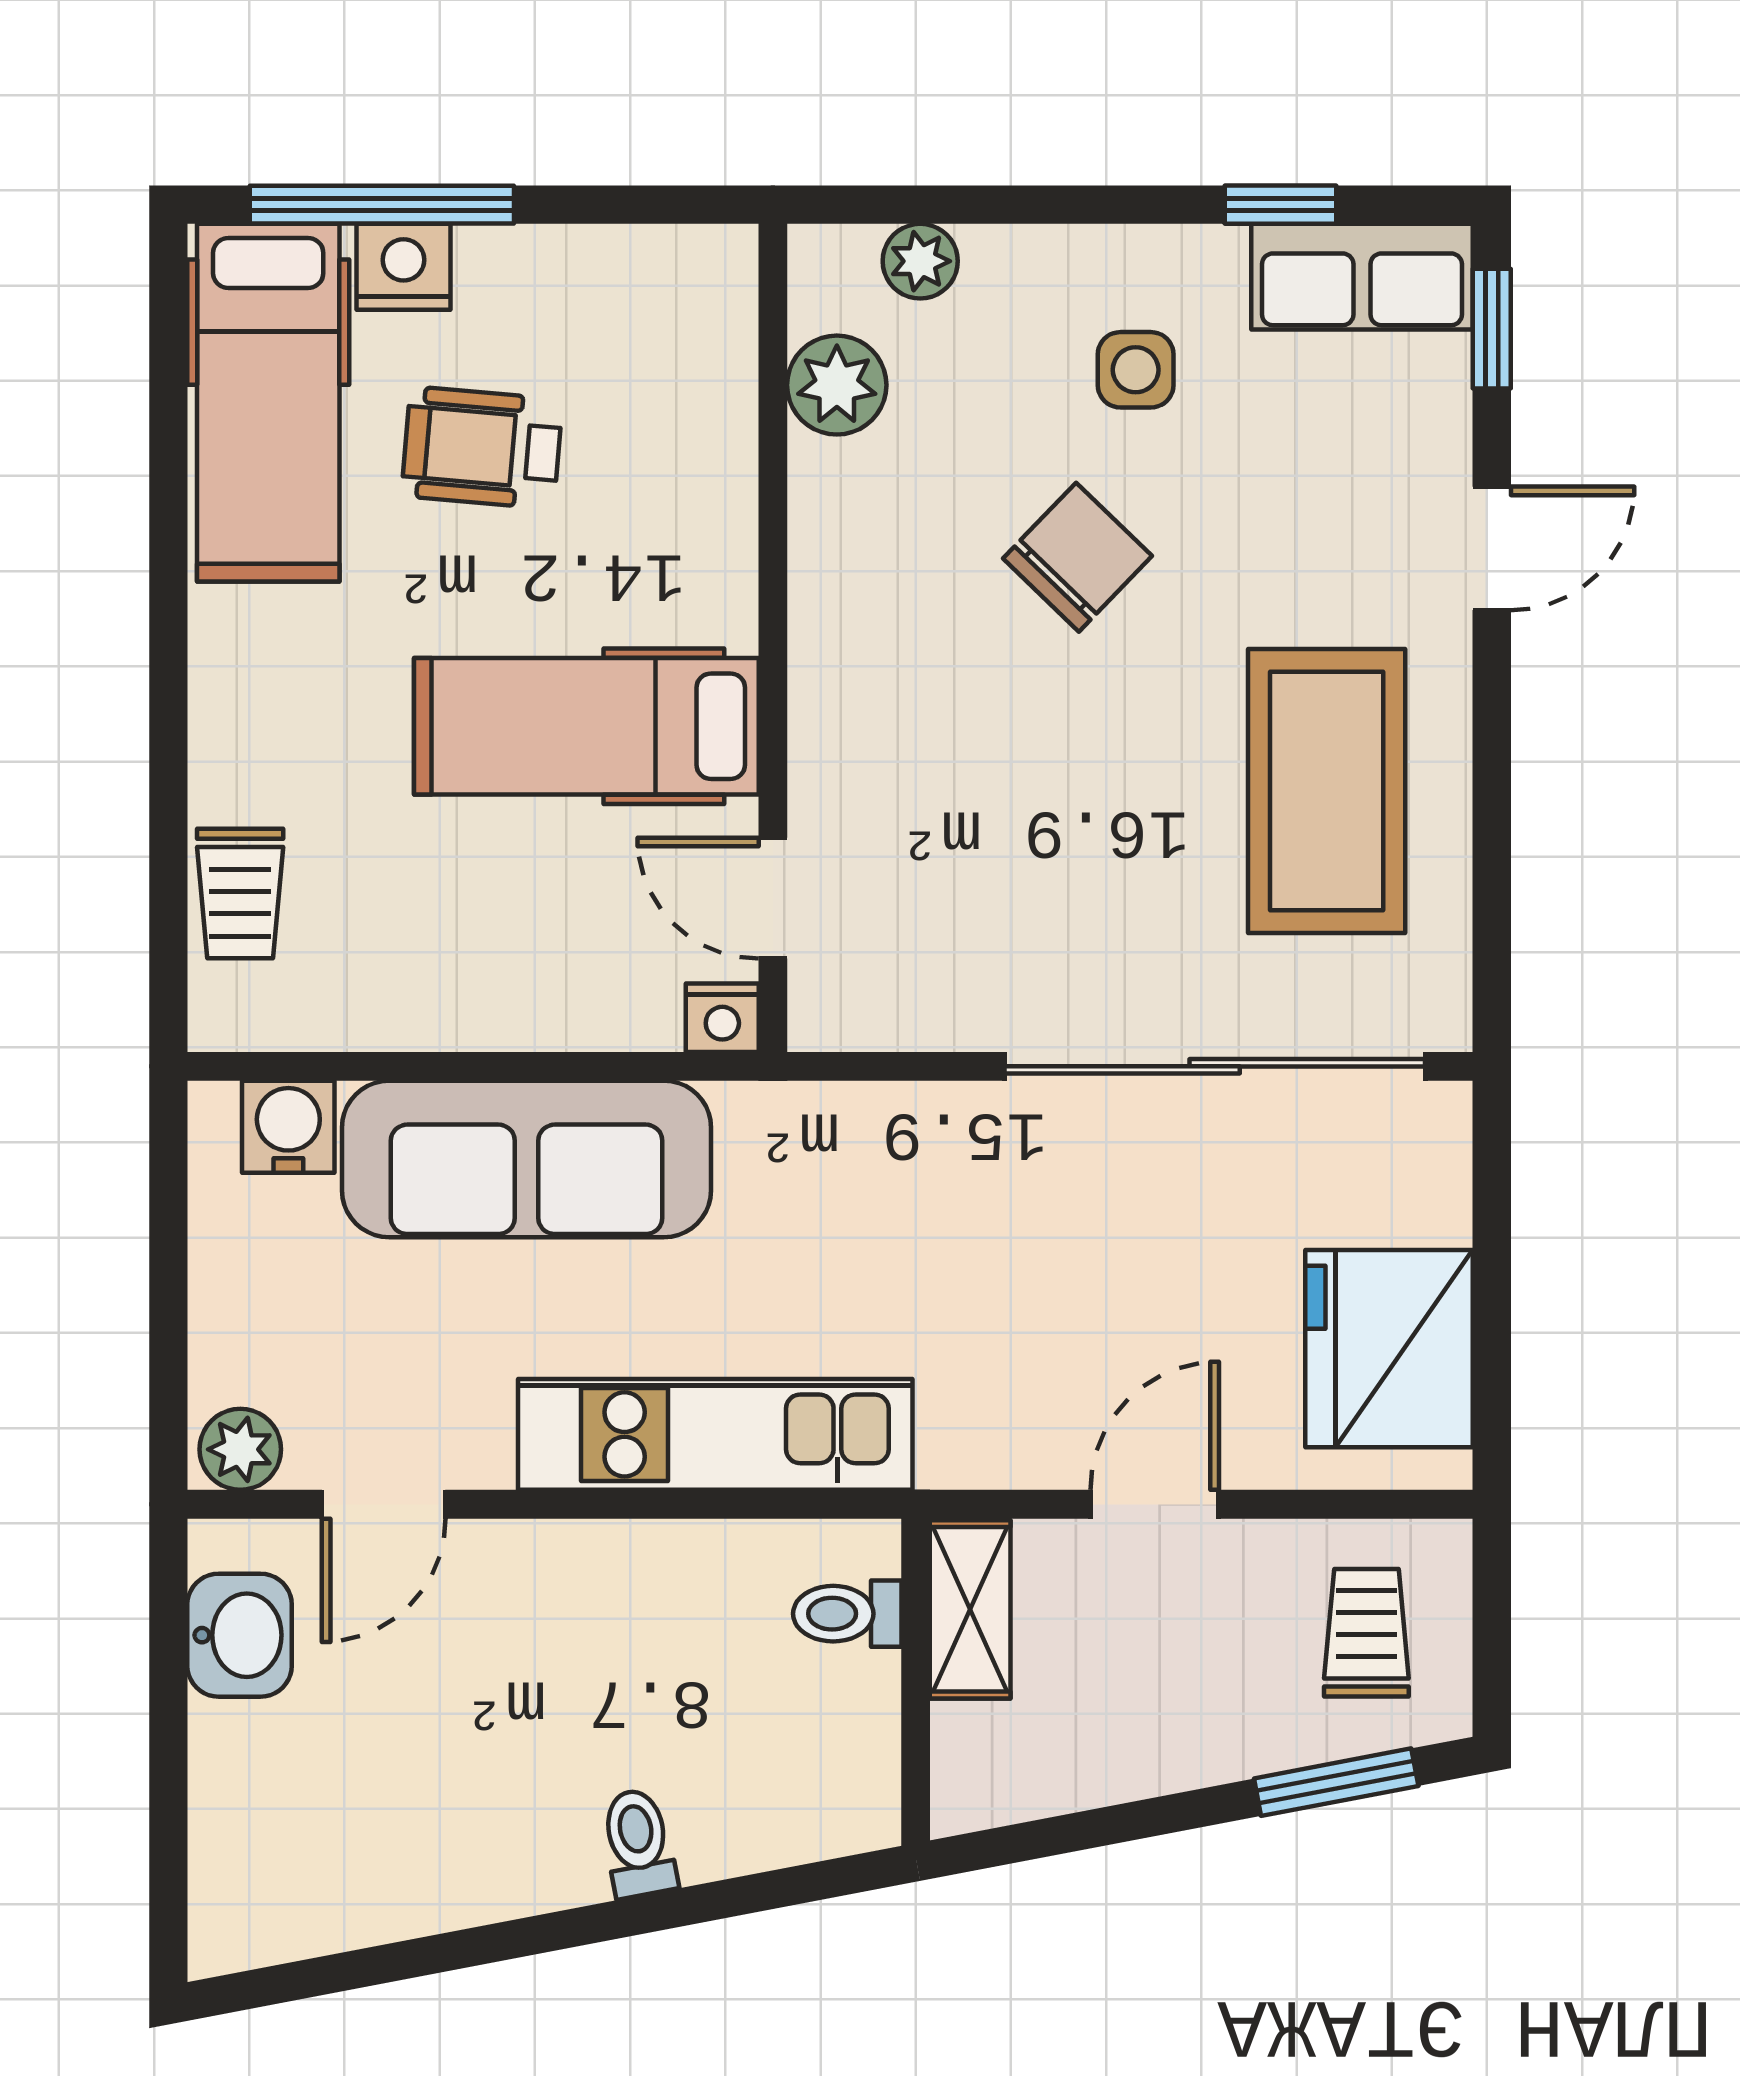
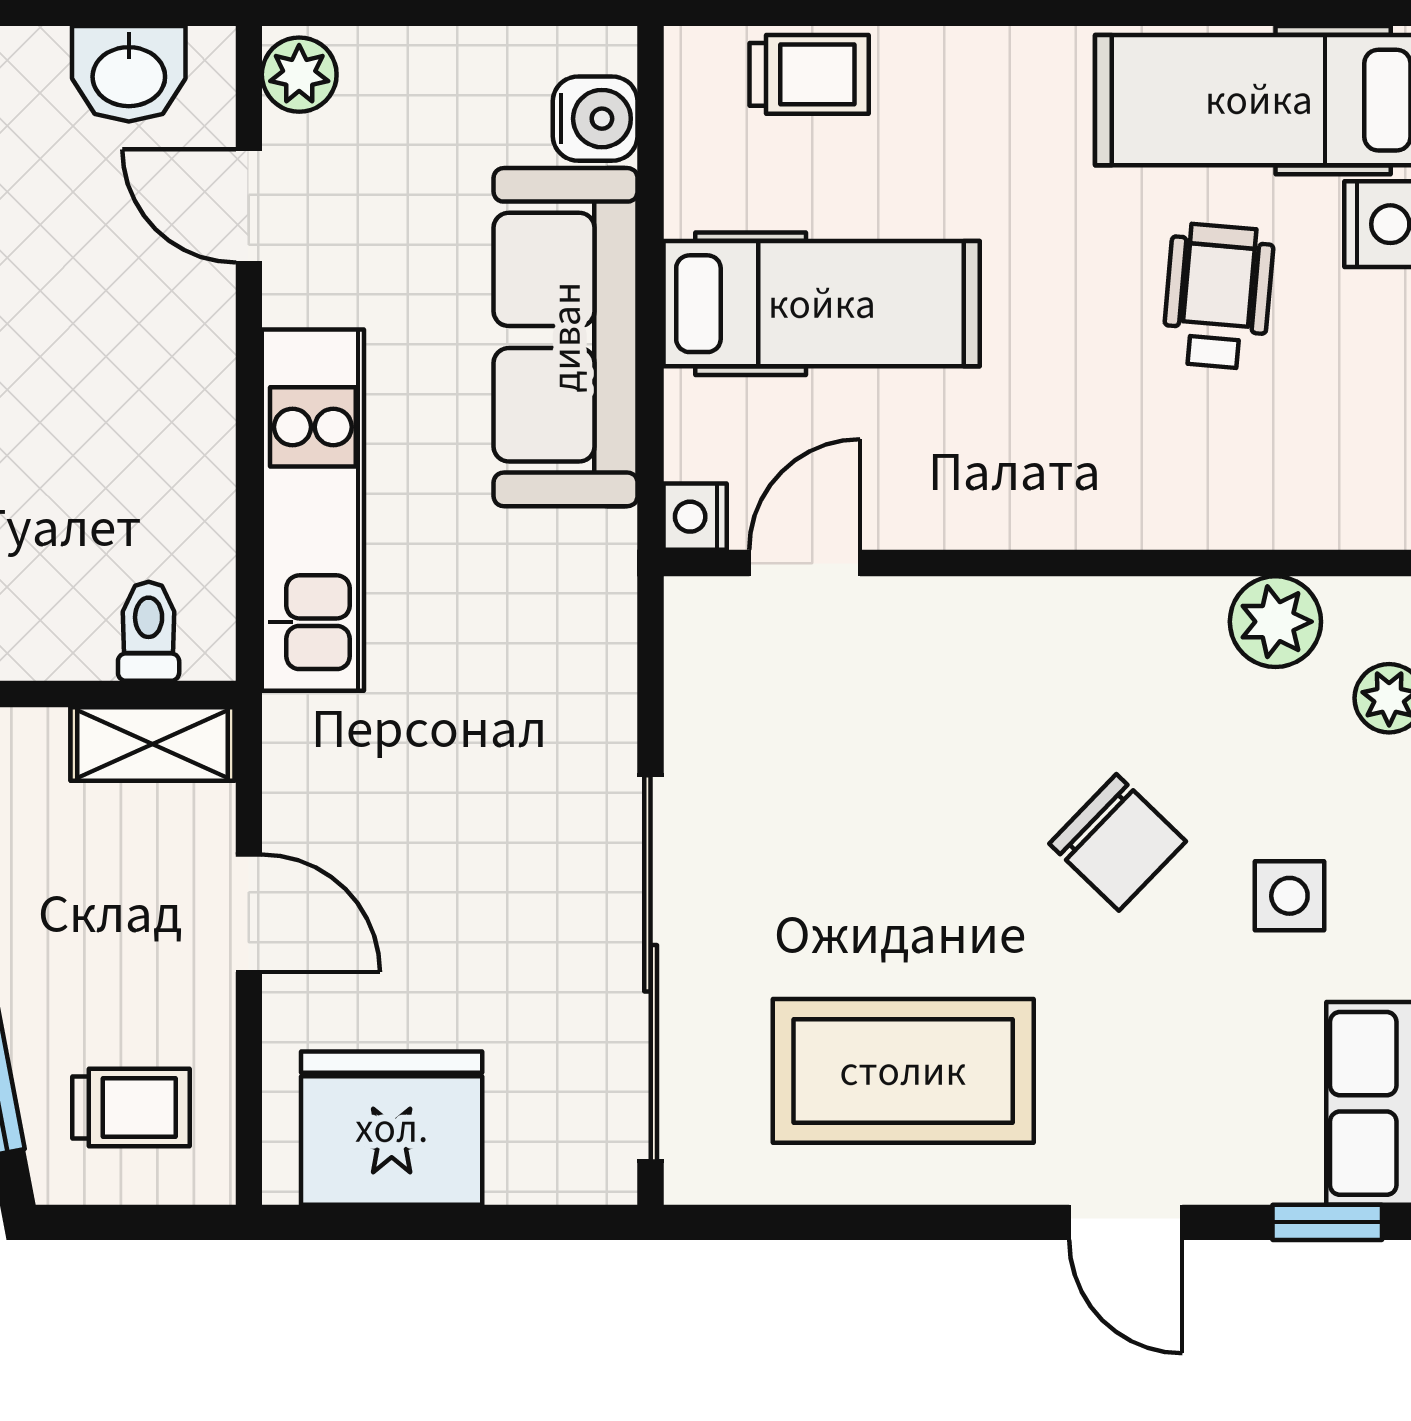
hospital bed: (586, 726) -> (822, 304), moved, turned 90
trolley: (240, 894) -> (809, 74), turned 180

